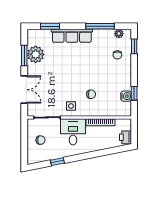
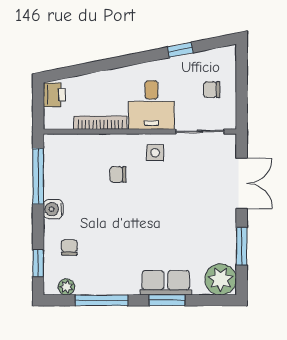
window: (50, 26) -> (167, 300), moved
row of seats: (72, 36) -> (166, 283), width x0.68
plant: (36, 54) -> (221, 279), moved
double door: (24, 90) -> (242, 183), swing flipped
window: (134, 93) -> (38, 176), width x2.17
water cooler: (126, 96) -> (53, 209), moved

